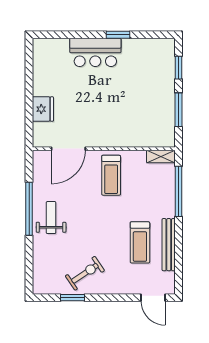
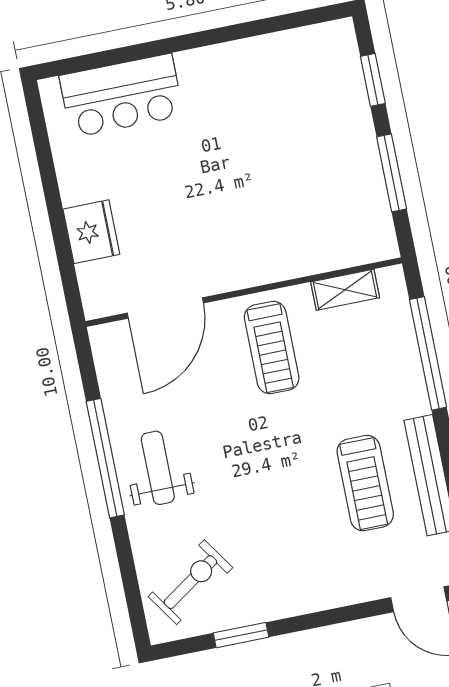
window: (118, 35) -> (225, 34), removed
bar counter: (95, 52) -> (121, 96), moved
shelving: (161, 157) -> (345, 290), moved
exercise bike: (85, 273) -> (190, 582), moved

